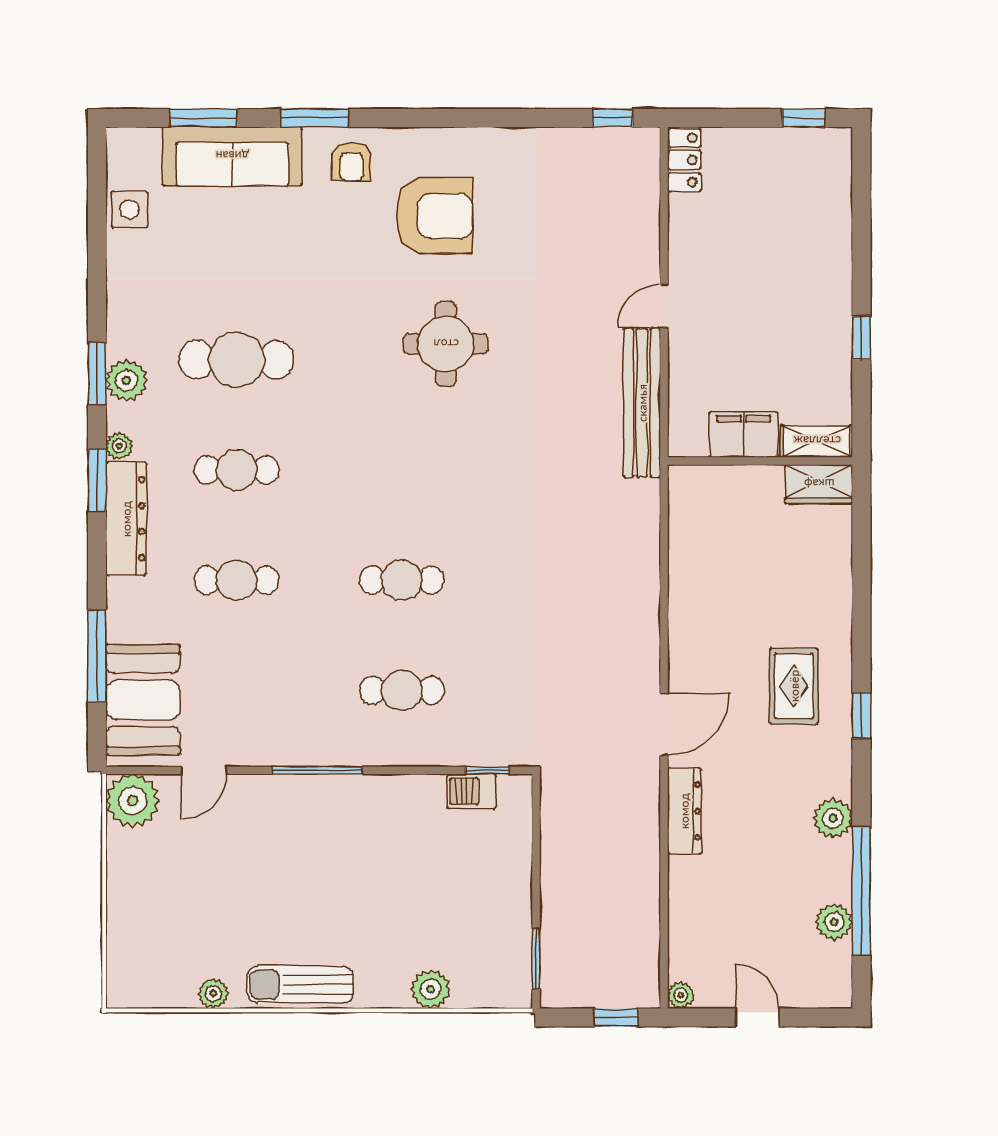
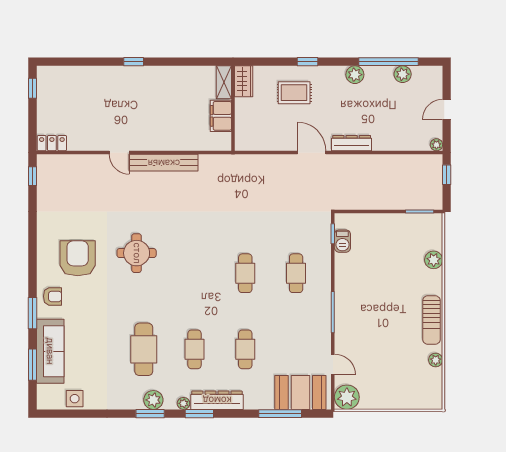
filing cabinet: (744, 435) -> (221, 116), moved
shelving: (817, 441) -> (224, 82), moved
wall: (760, 461) -> (233, 108), moved
wardrobe: (819, 484) -> (244, 81), moved

